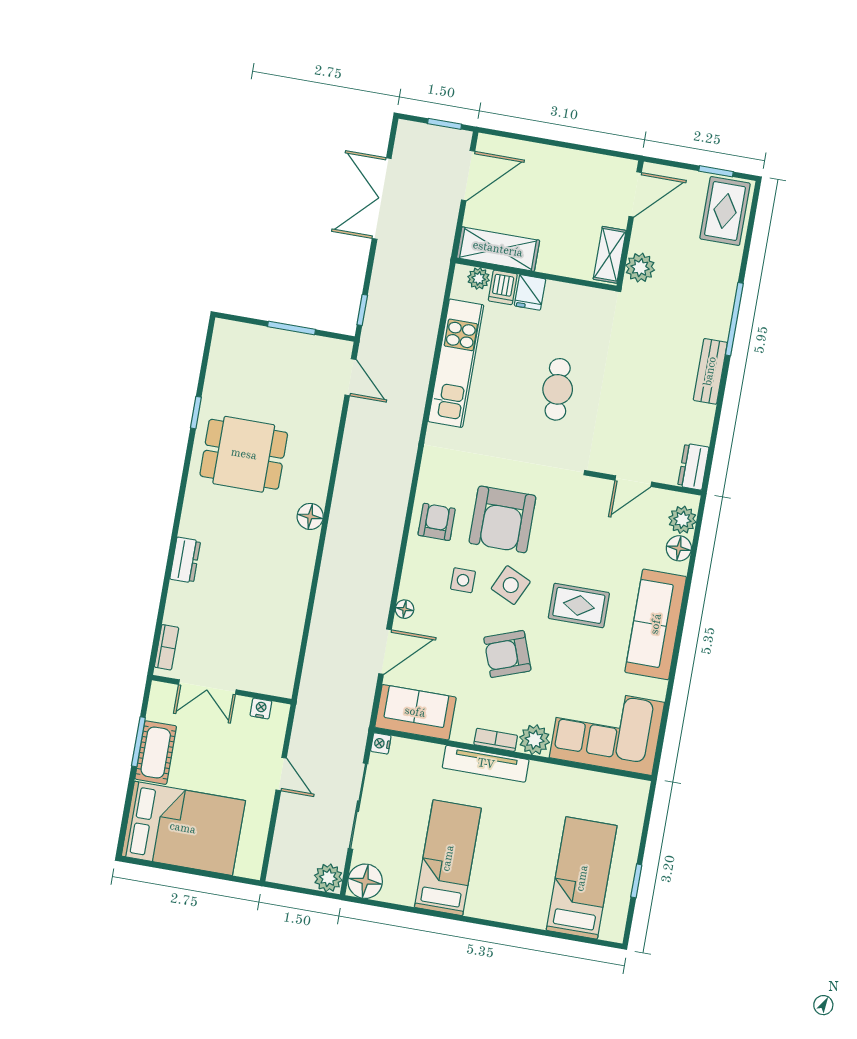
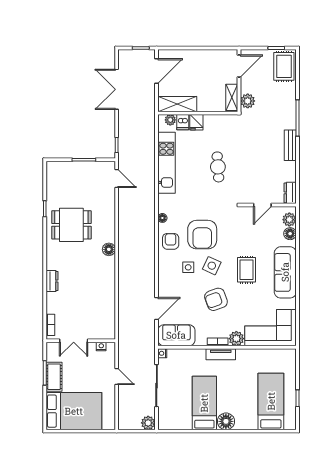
rug: (579, 605) -> (246, 270), turned 90
floor lamp: (405, 609) -> (162, 218), moved
tv unit: (486, 764) -> (221, 354), width x0.71
floor lamp: (365, 881) -> (226, 421), moved

